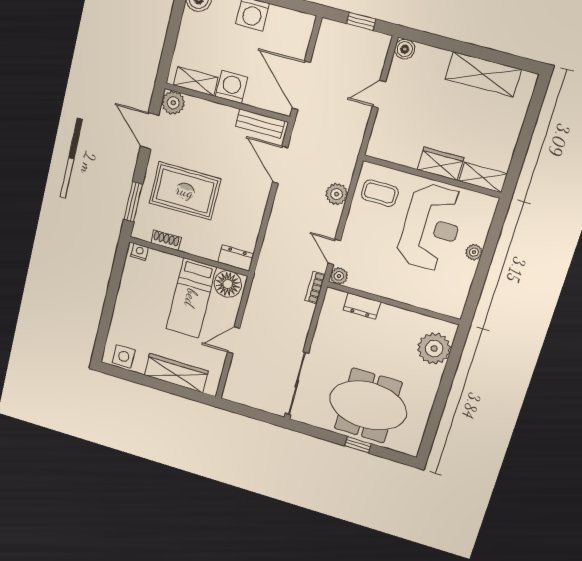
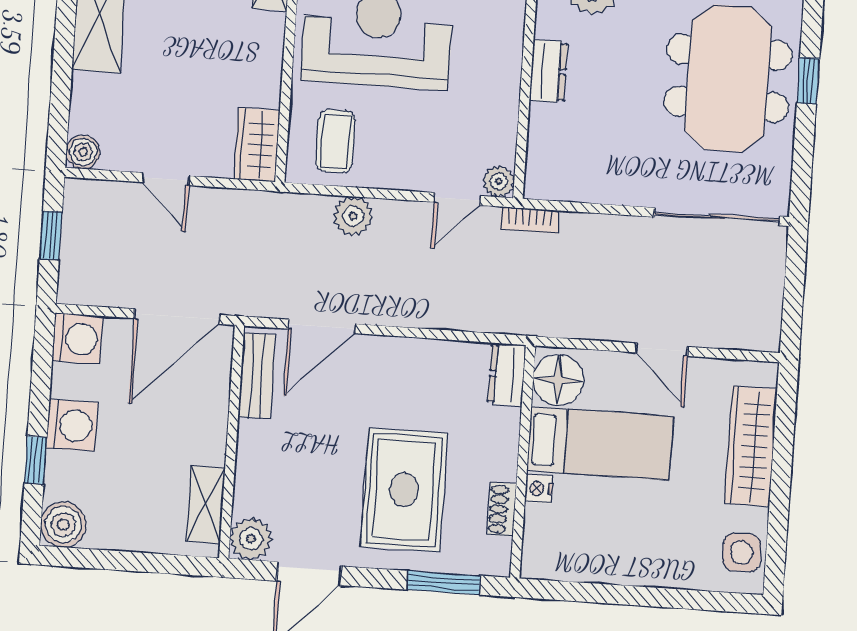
washing machine: (231, 87) -> (78, 339), moved, turned 180
wardrobe: (441, 164) -> (257, 145), moved
nightstand: (139, 252) -> (539, 489), moved
dresser: (362, 306) -> (548, 71), moved

